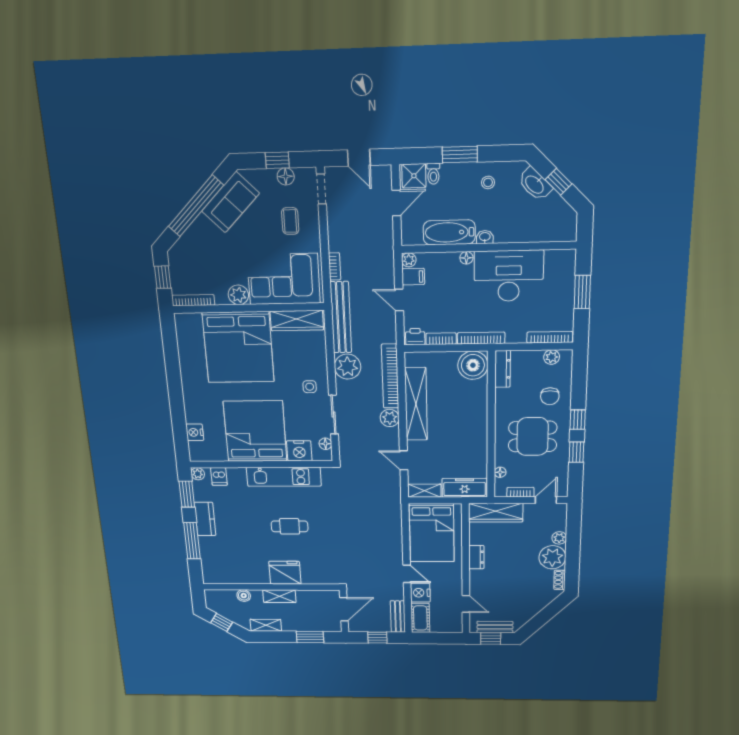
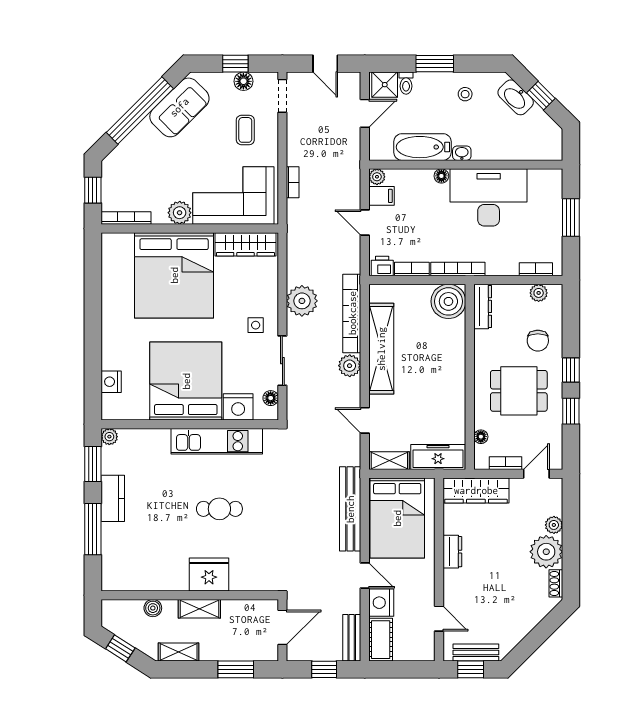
bench: (341, 317) -> (350, 509), moved
bookcase: (550, 337) -> (536, 269), width x0.64
dishwasher: (219, 476) -> (136, 440), removed

